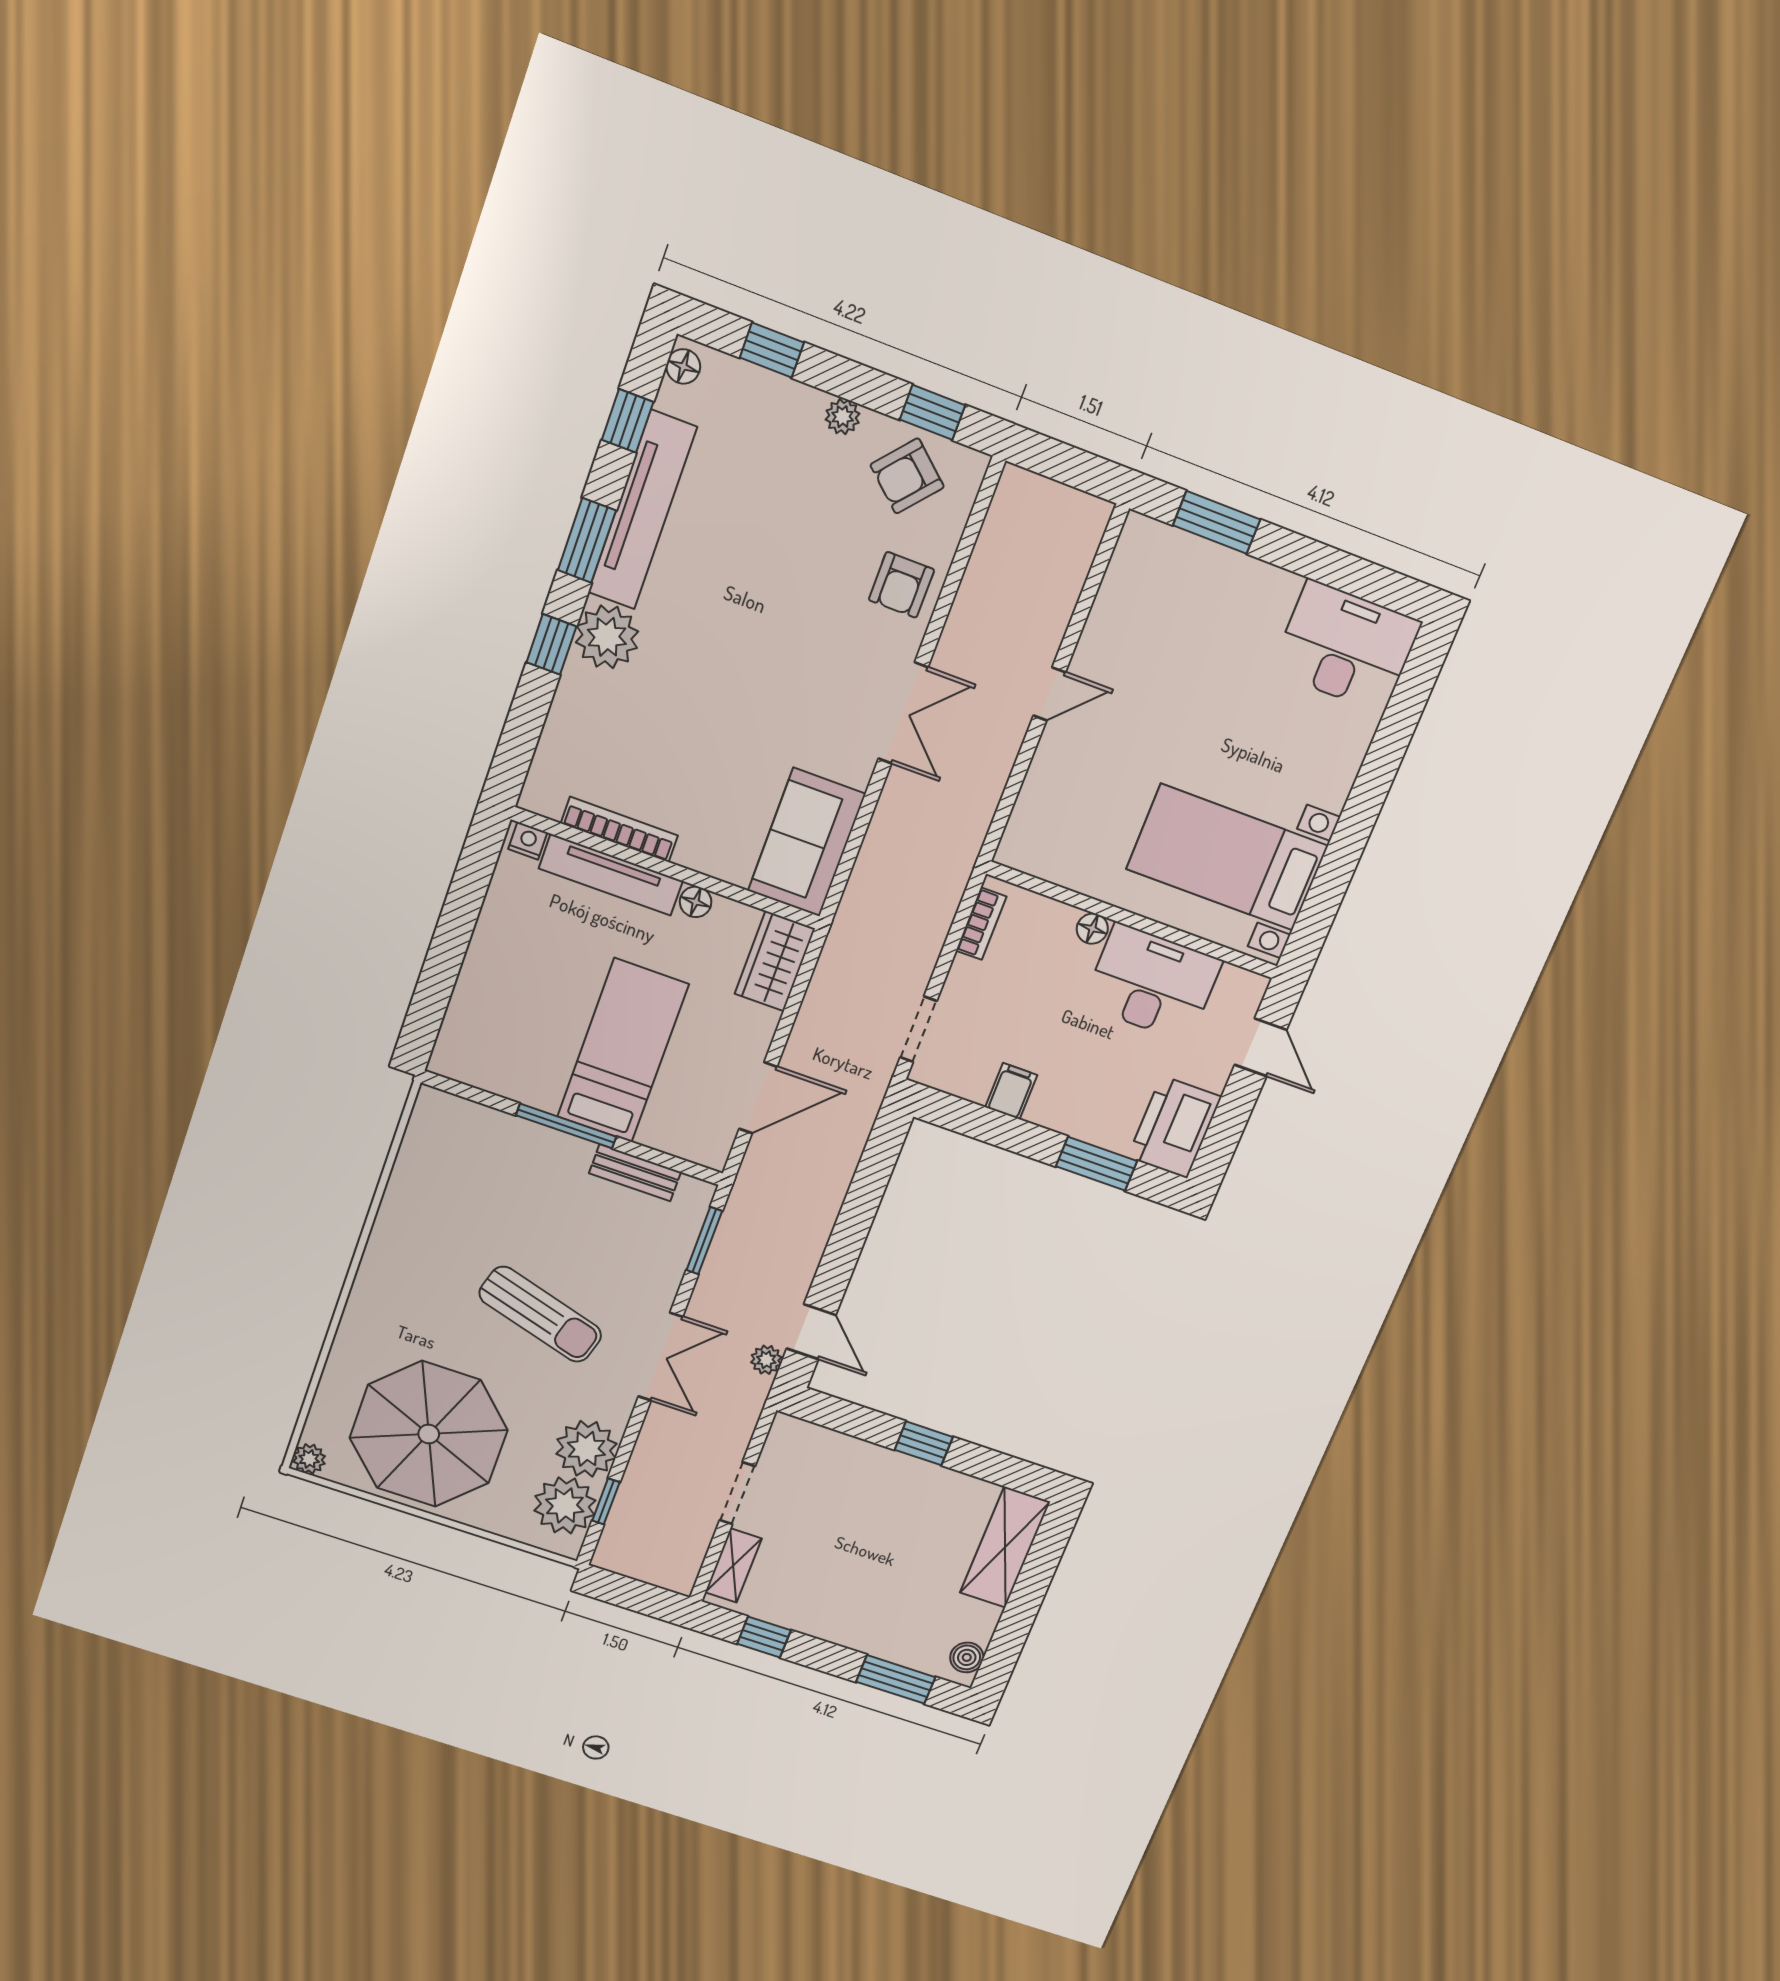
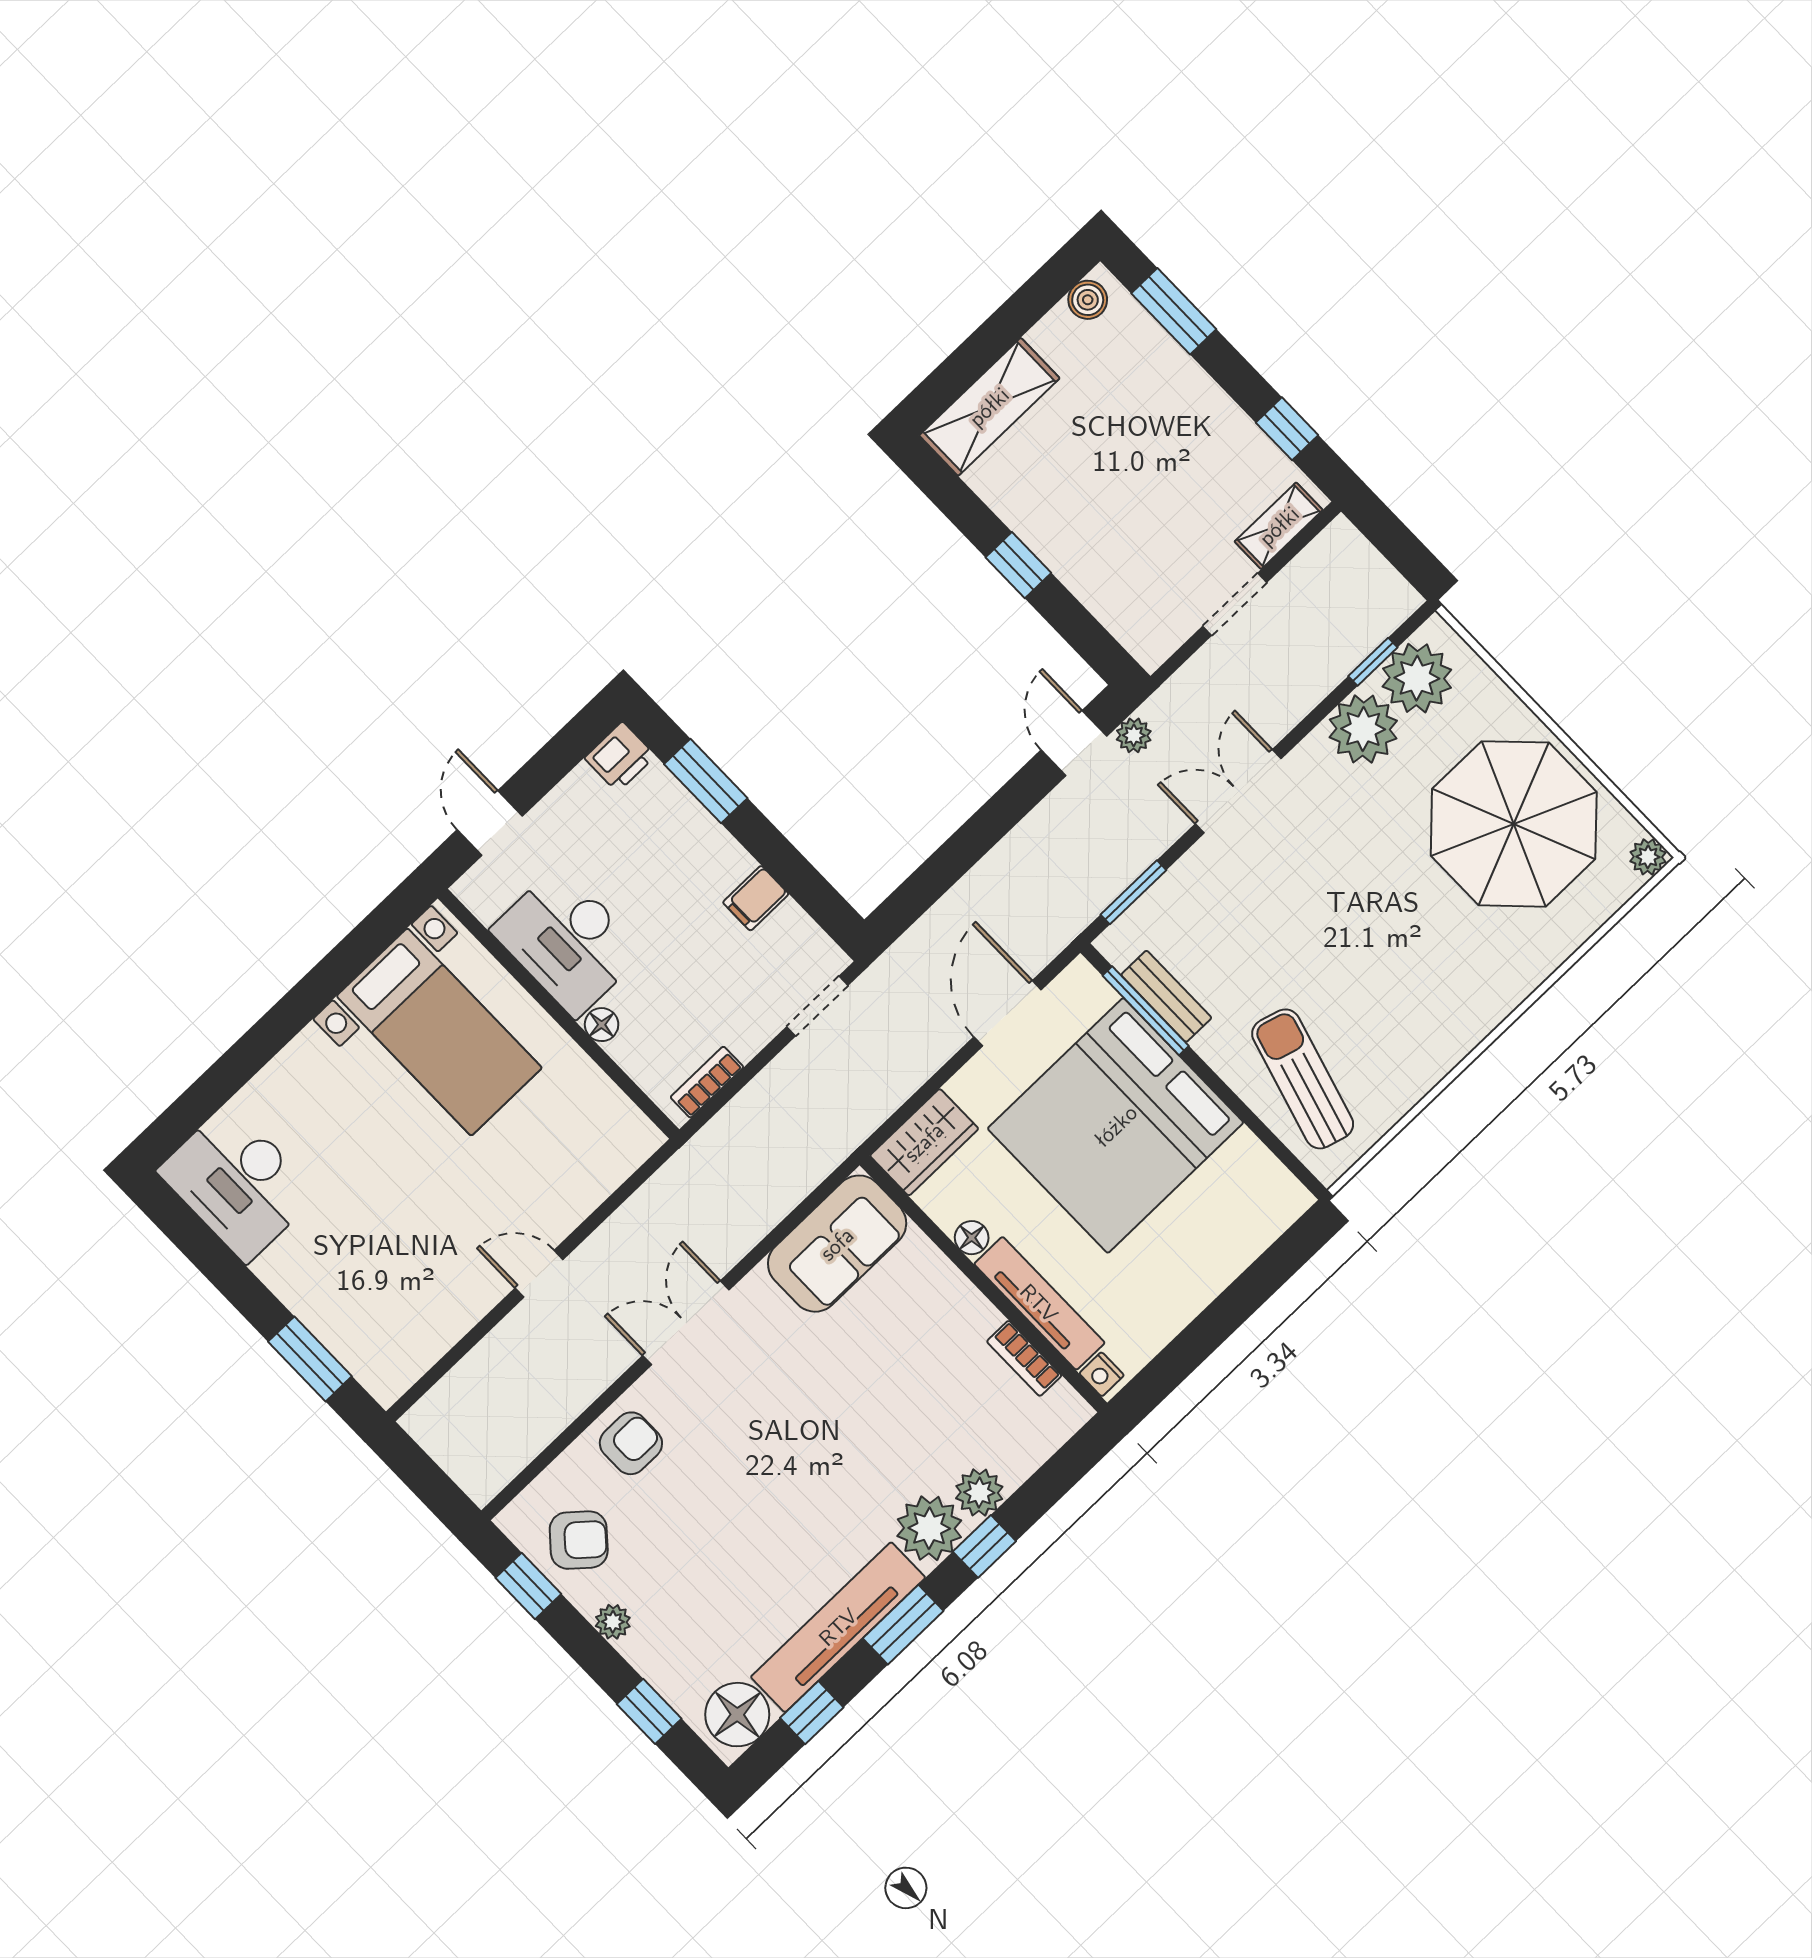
floor lamp: (683, 366) -> (737, 1715), width x1.89, depth x1.89
plant: (580, 689) -> (979, 1493), added
bookcase: (619, 829) -> (1024, 1358), width x0.64
bed: (623, 1051) -> (1116, 1126), width x2.04
door: (758, 1098) -> (1008, 1013), hinge flipped
window: (566, 1126) -> (1146, 1011), moved
printer: (1174, 1127) -> (620, 757), width x0.53, depth x0.68
sun lounger: (540, 1314) -> (1303, 1079), moved

